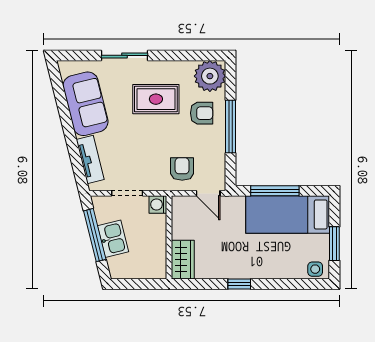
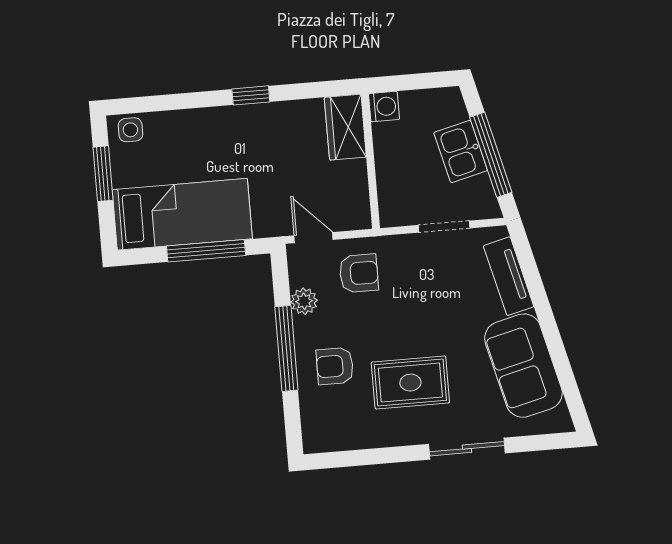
plant: (210, 76) -> (304, 301), moved, width x0.53, depth x0.53
armchair: (182, 169) -> (359, 273), turned -90
washing machine: (158, 204) -> (384, 107), moved

